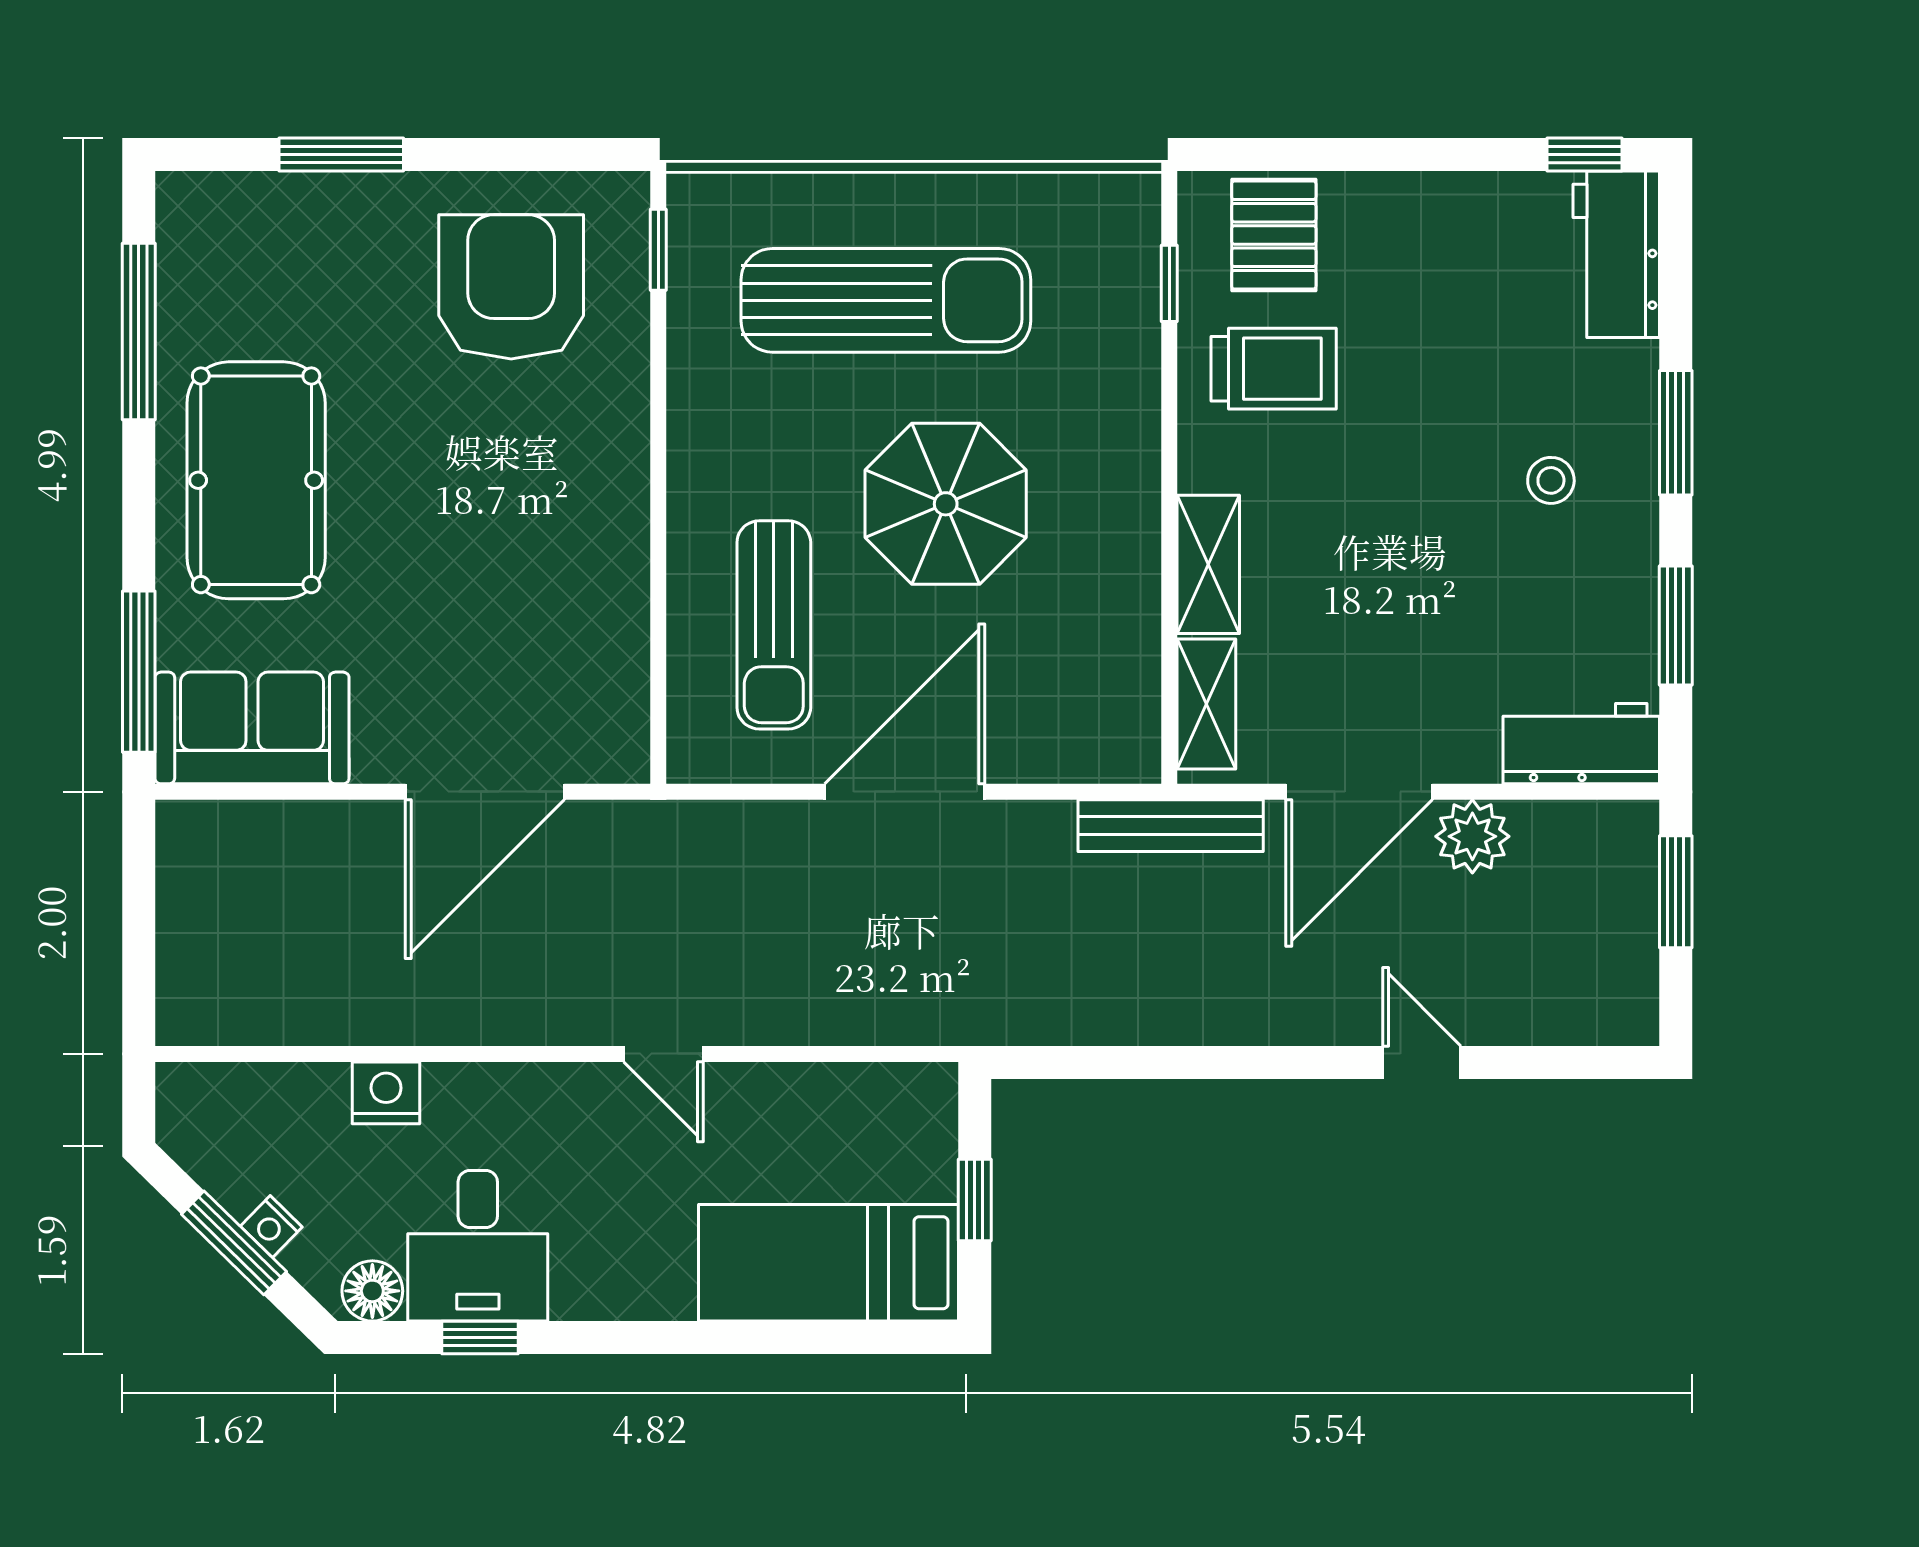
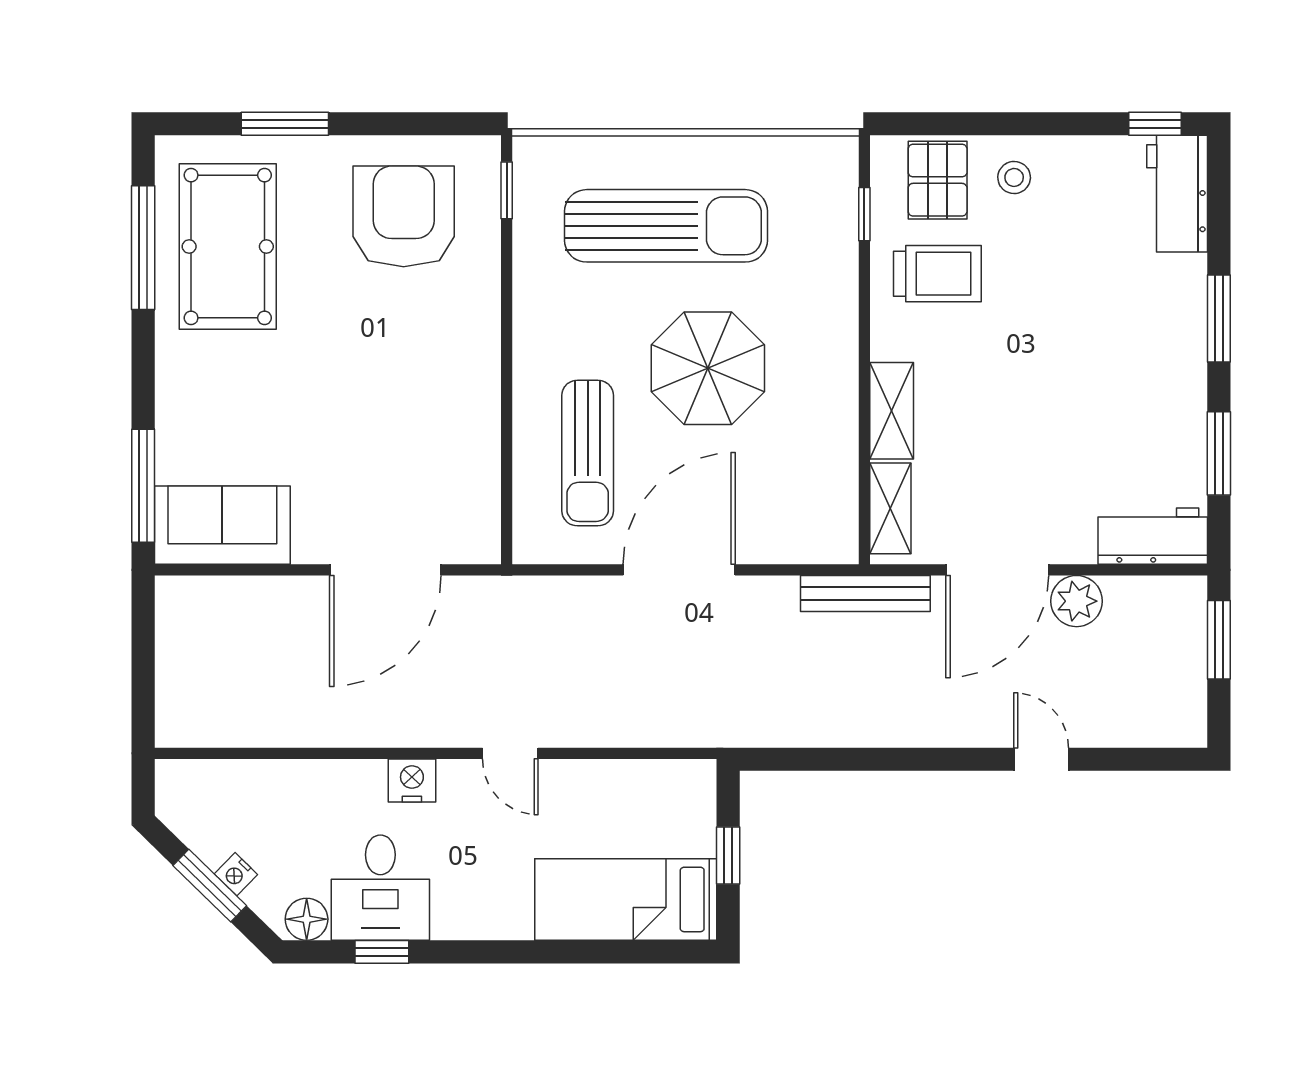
pool table: (256, 480) -> (228, 246), moved
stool: (1551, 480) -> (1014, 177), moved
nightstand: (386, 1093) -> (412, 780), moved

